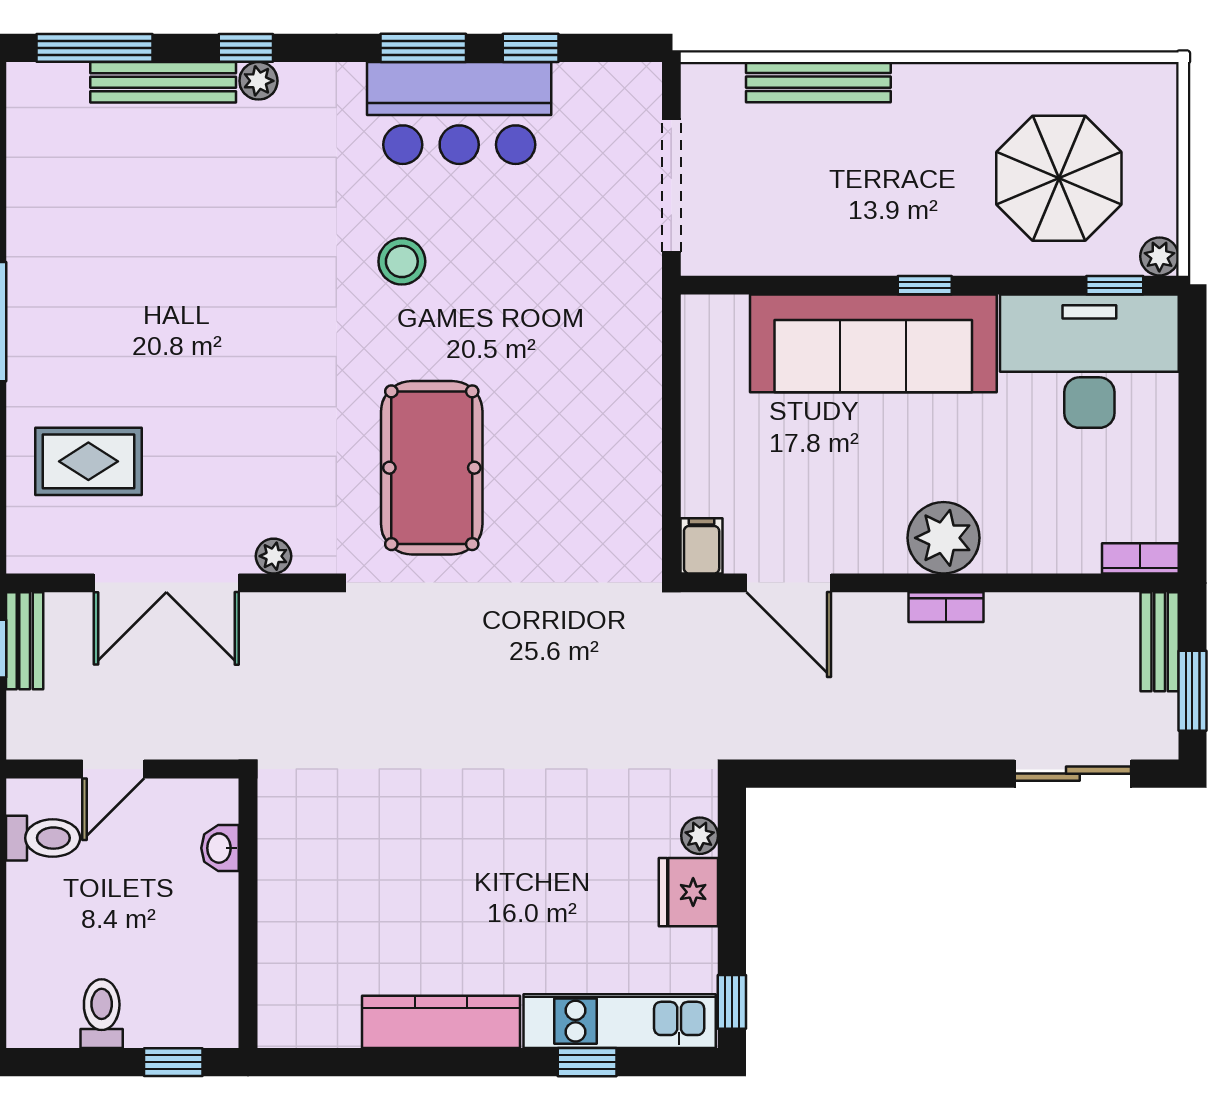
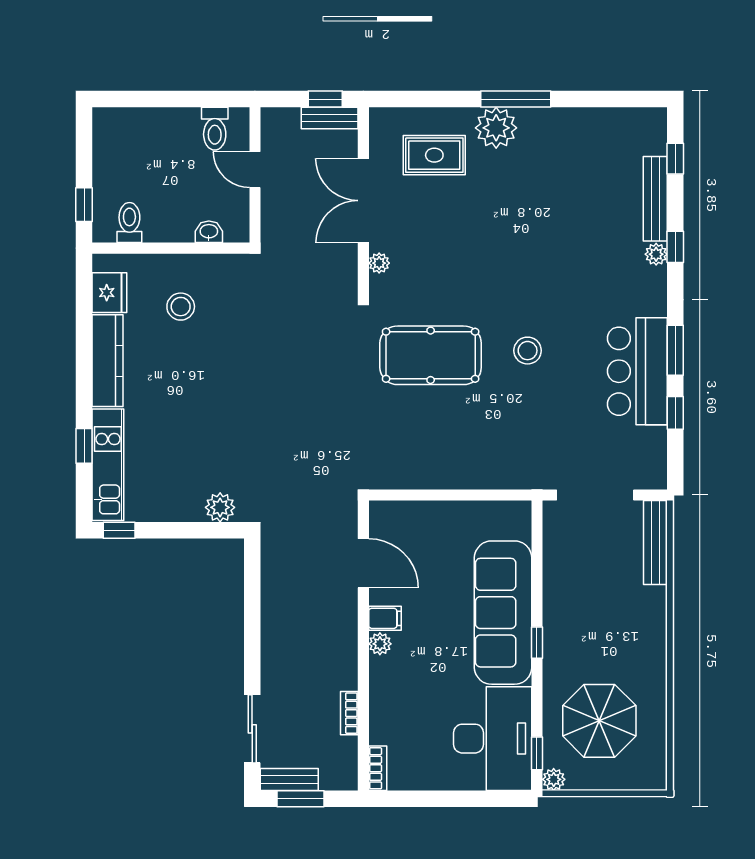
window: (94, 48) -> (675, 159), width x0.46
bench: (818, 82) -> (655, 542), moved
stool: (402, 261) -> (528, 351), moved
plant: (42, 355) -> (496, 128), added
rug: (88, 461) -> (434, 155), turned 90
plant: (944, 538) -> (380, 644), width x0.53, depth x0.53
filing cabinet: (702, 546) -> (385, 618), moved
door: (789, 583) -> (363, 563), swing flipped
bookcase: (946, 607) -> (349, 713), moved
bench: (1160, 642) -> (289, 779), moved
plant: (700, 836) -> (220, 507), width x1.38, depth x1.38
fridge: (688, 892) -> (109, 293), moved, turned 90
stool: (348, 896) -> (181, 307), added
toilet: (102, 1014) -> (129, 223), moved, turned -90

